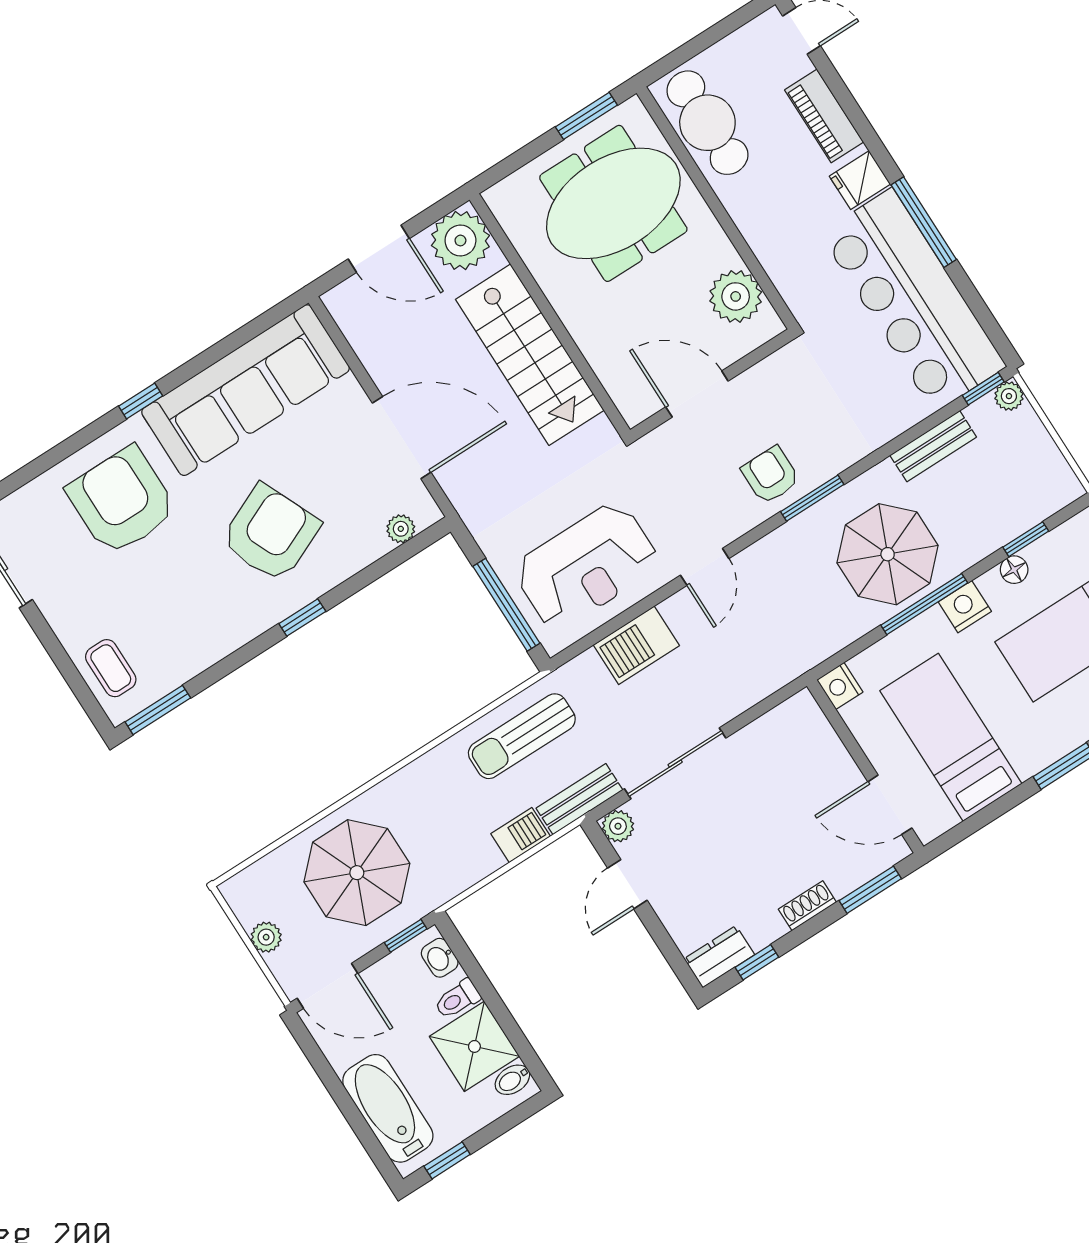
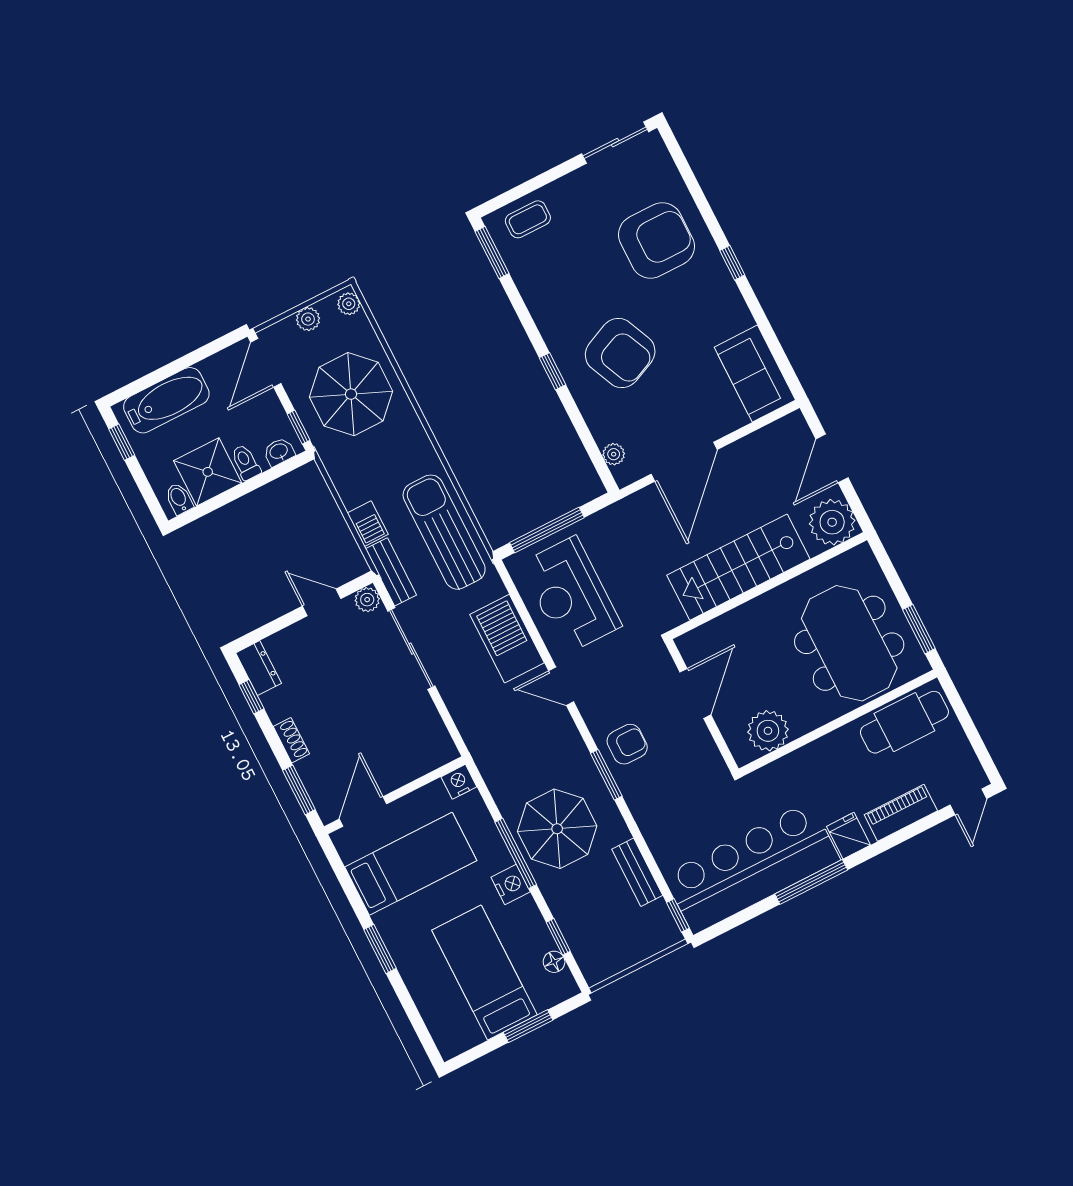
sofa: (246, 390) -> (755, 374), width x0.54, depth x0.79
plant: (1009, 396) -> (349, 304), moved
floor lamp: (1014, 570) -> (554, 962), moved
barbecue: (636, 645) -> (507, 639), width x1.37, depth x1.21
sun lounger: (522, 736) -> (444, 532), width x1.36, depth x1.34

